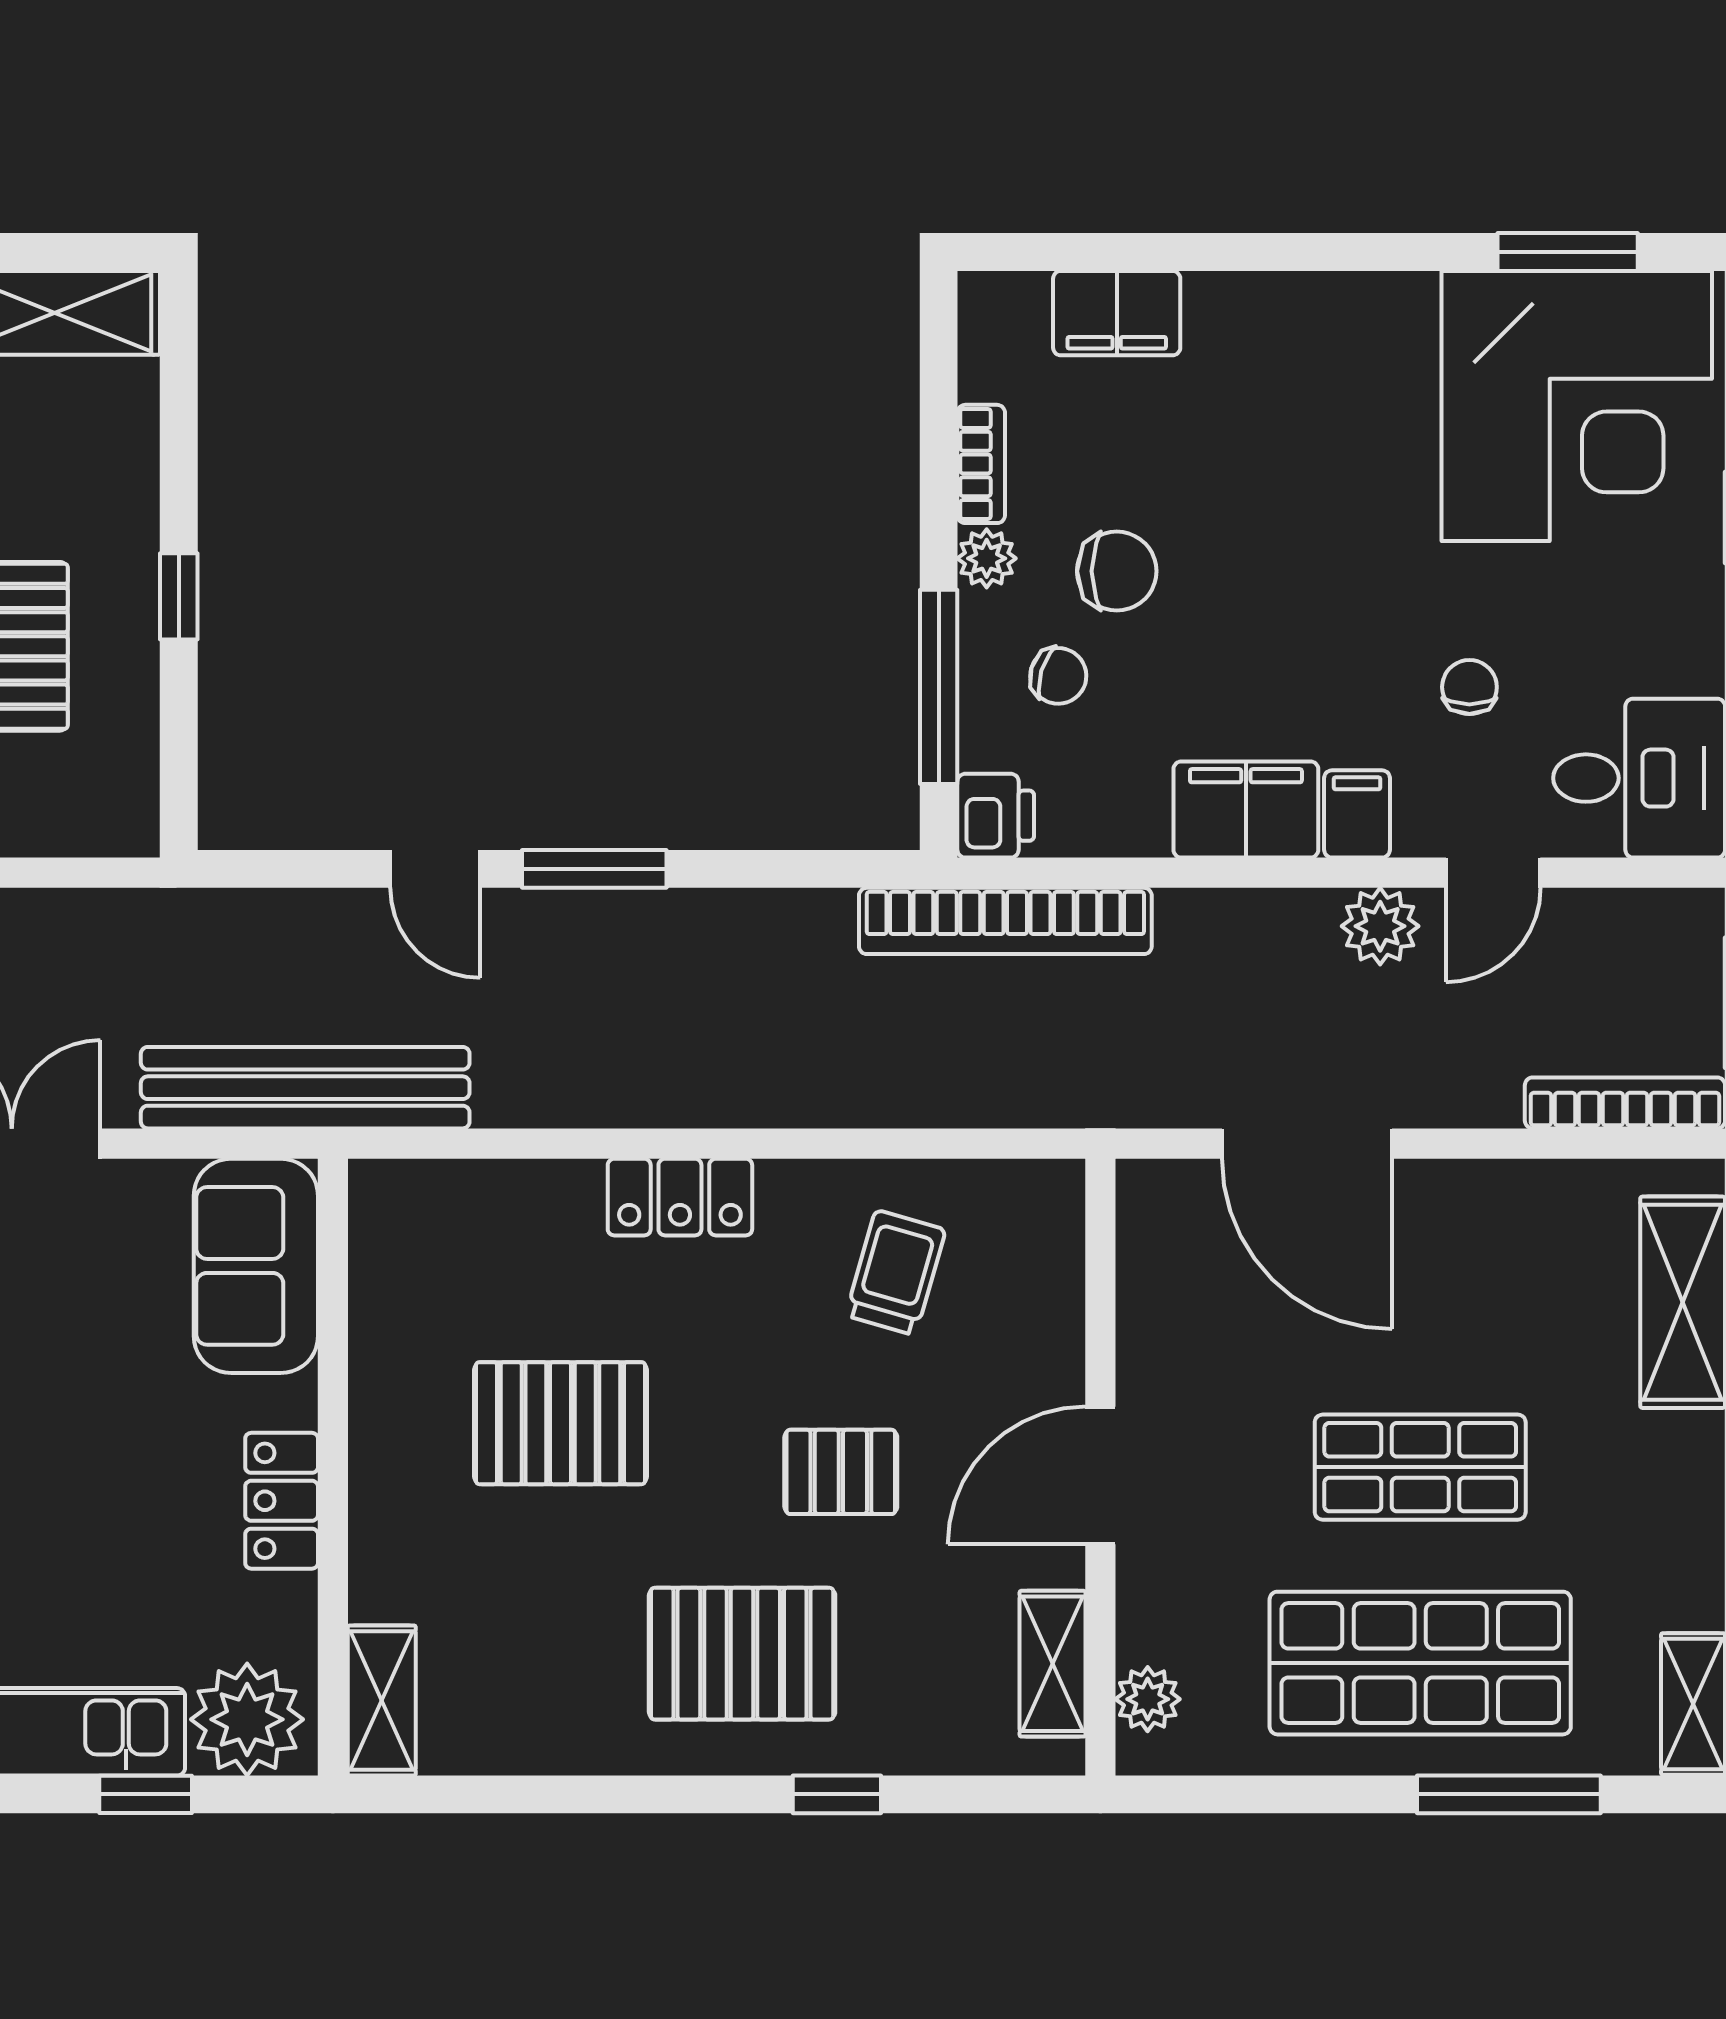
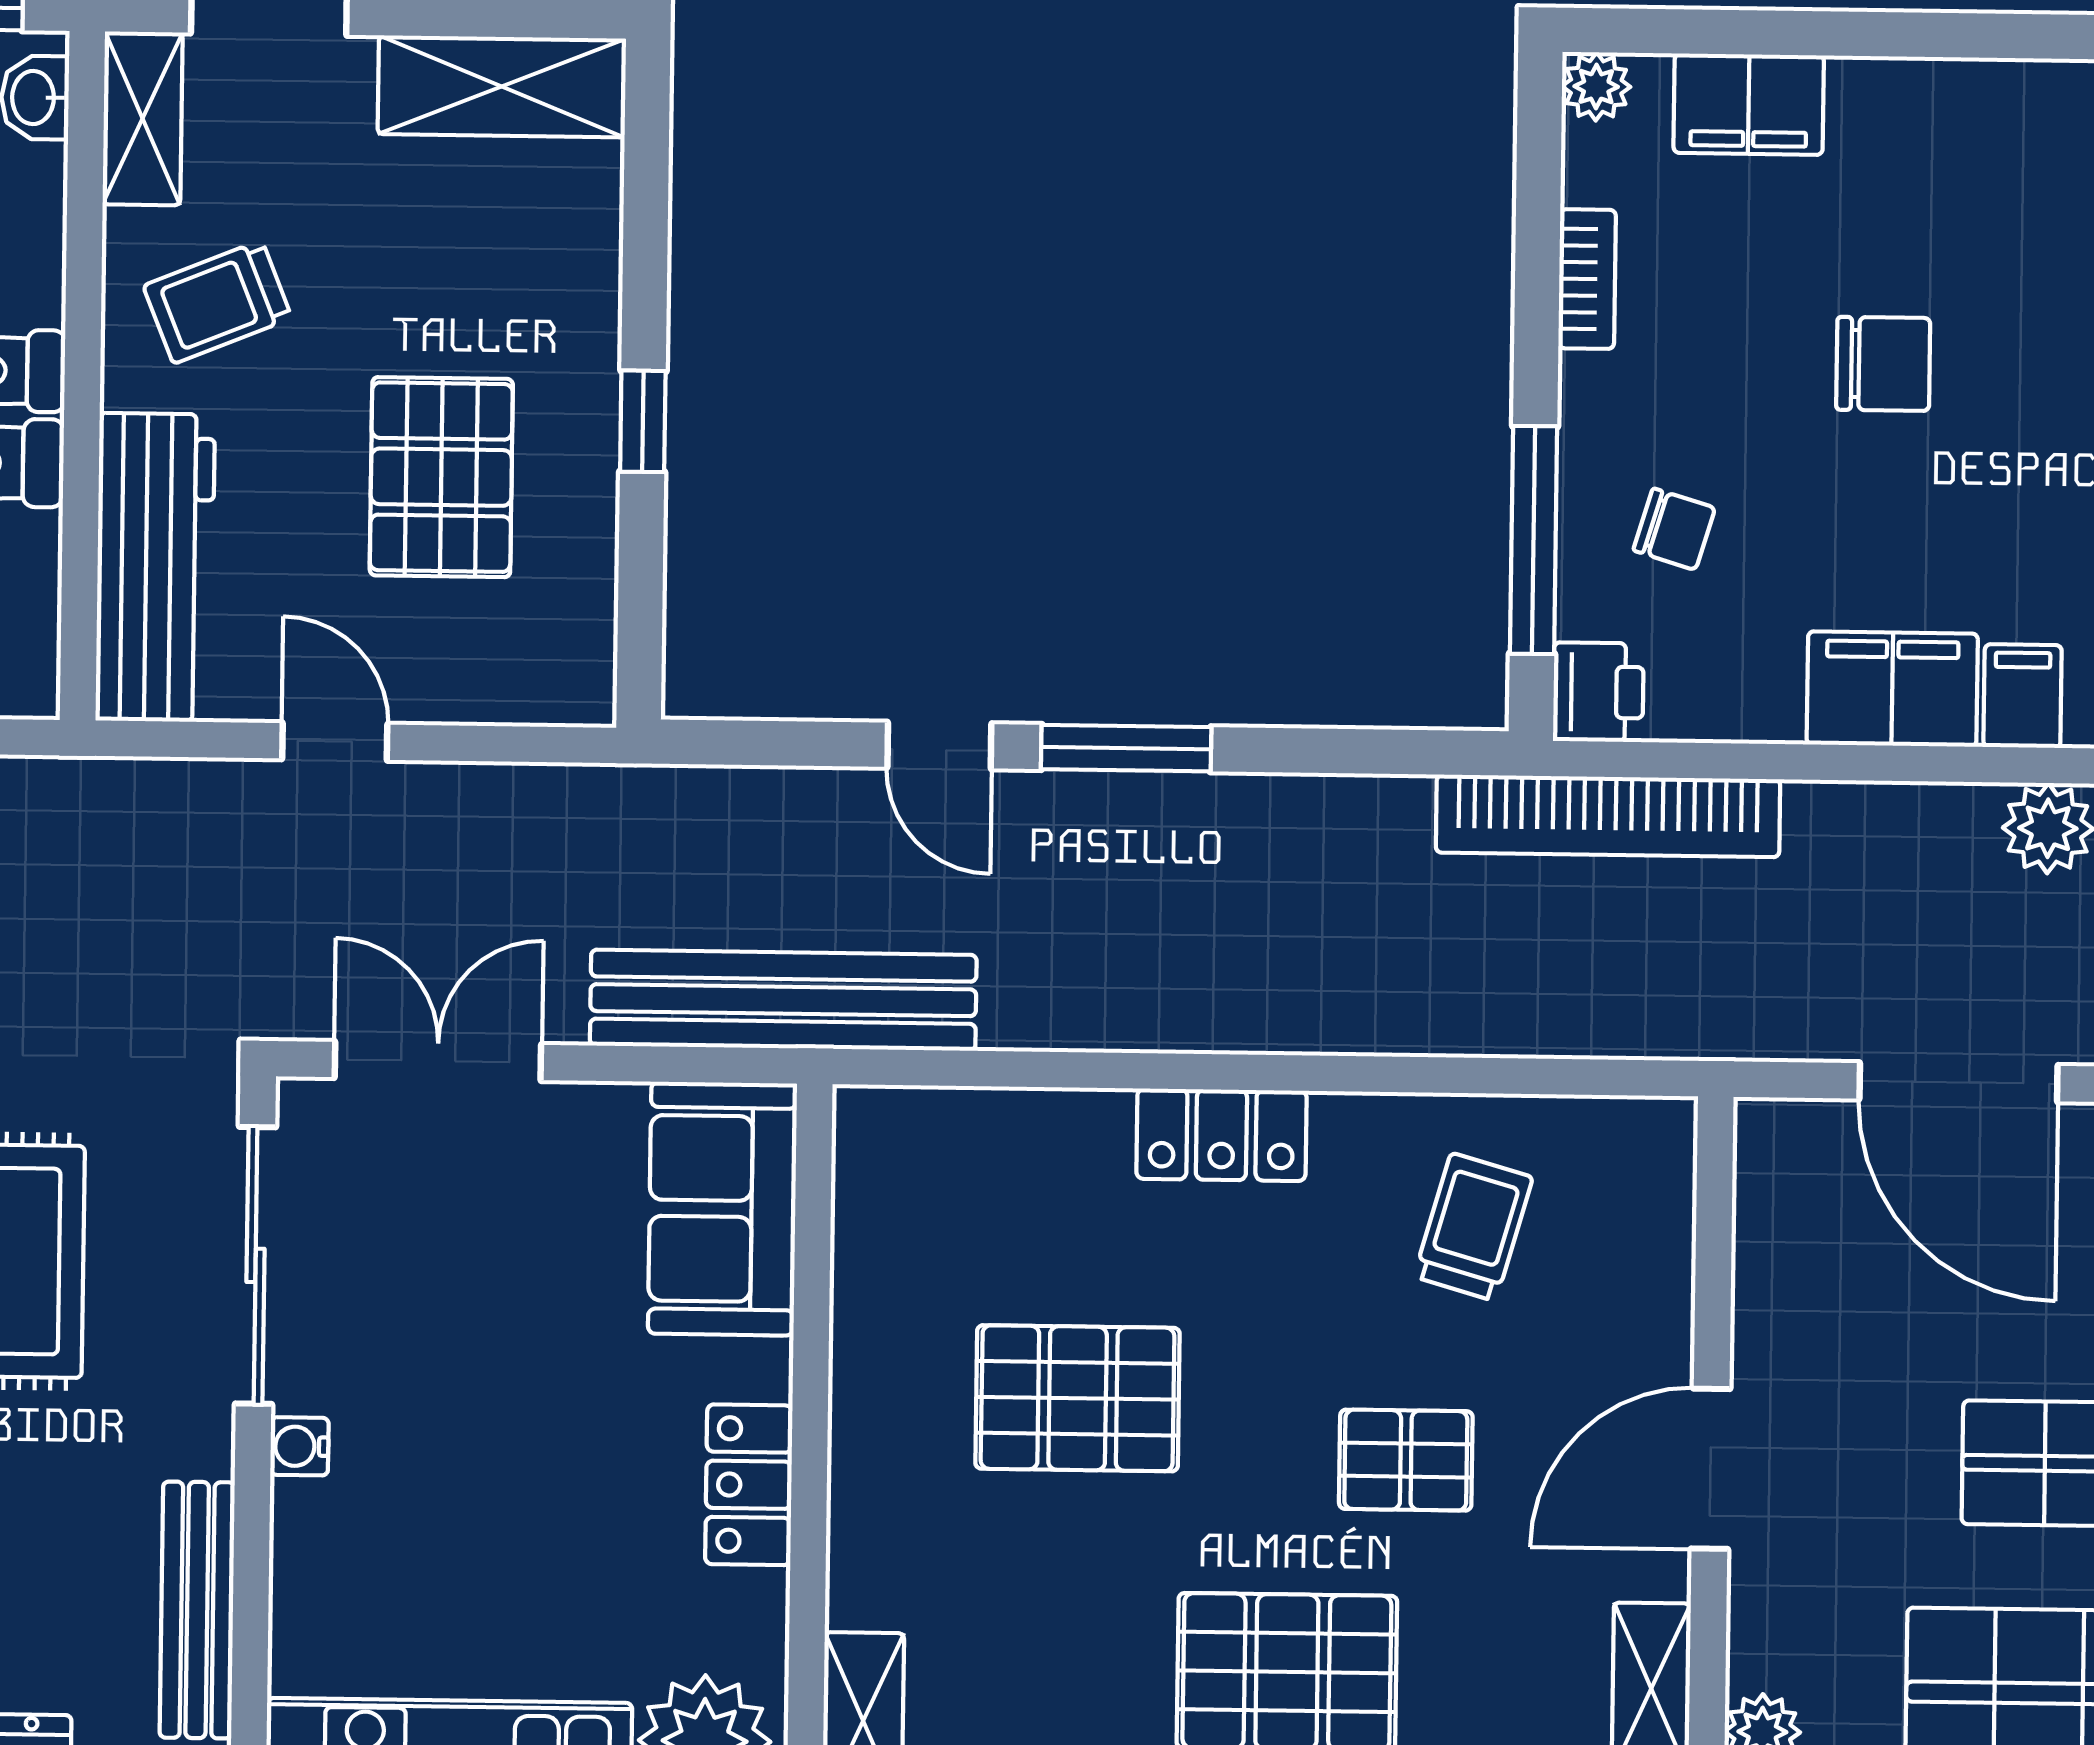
plant: (987, 558) -> (1596, 87), moved
chair: (1117, 571) -> (1883, 364), moved

